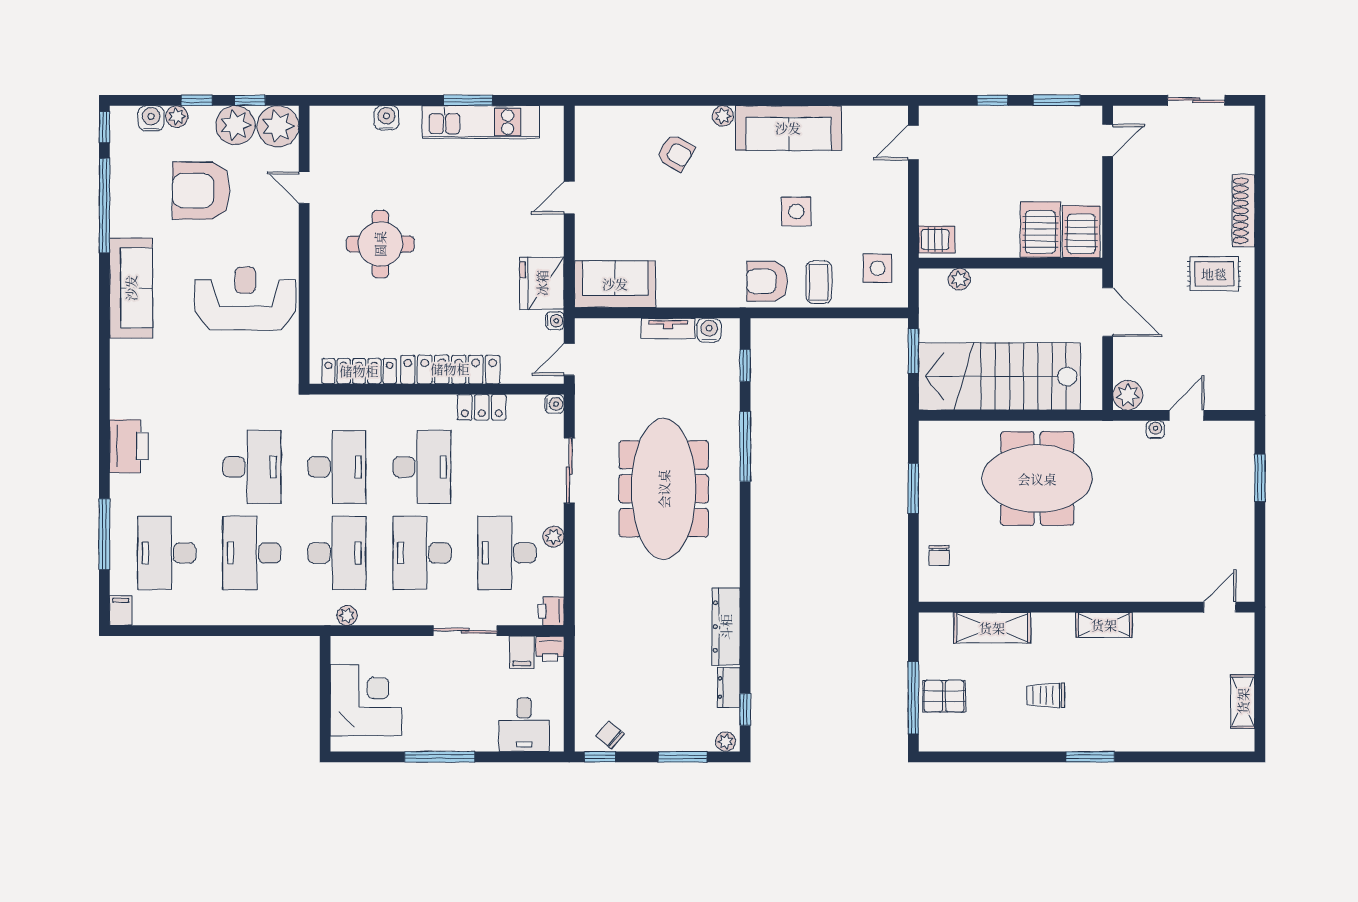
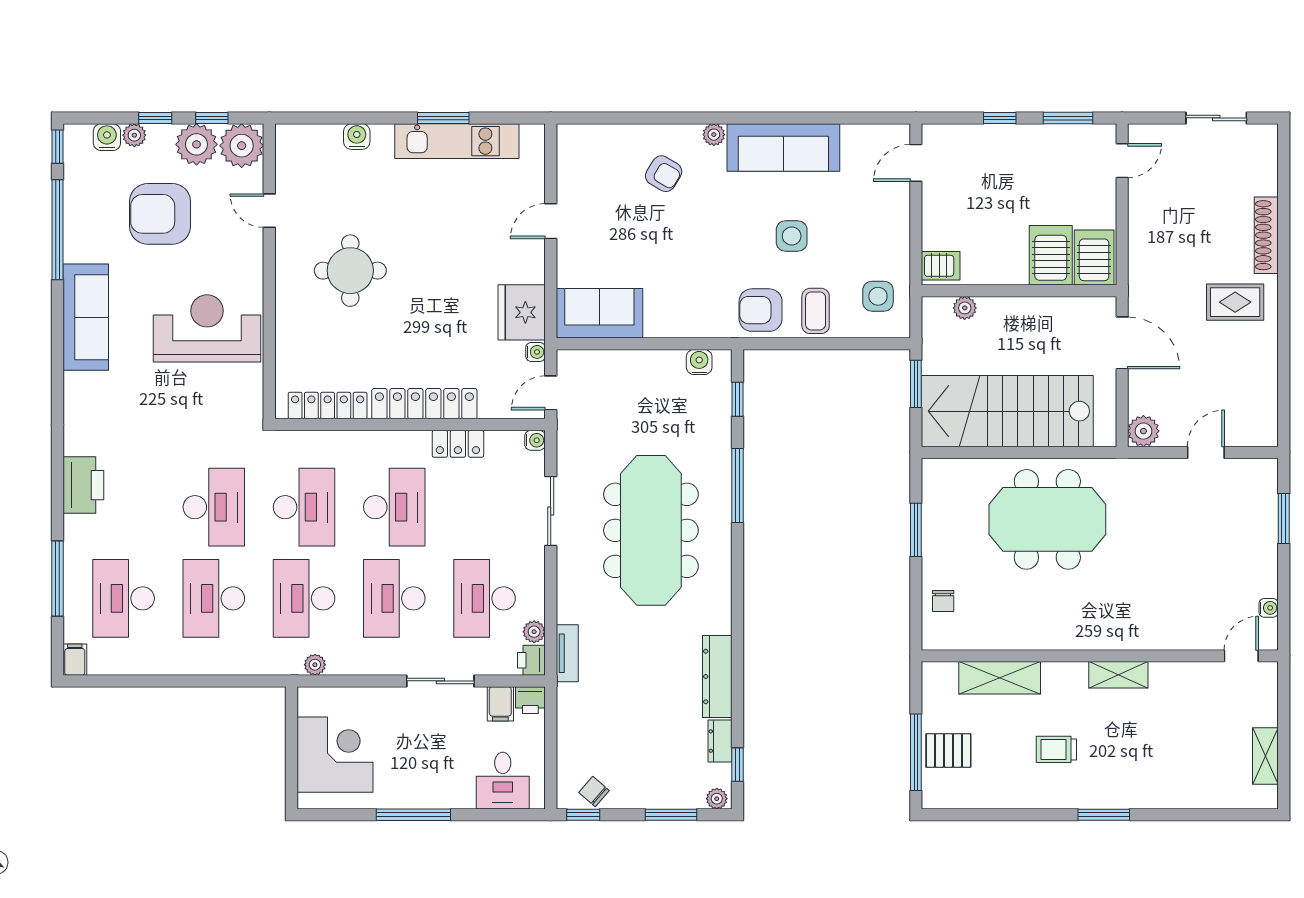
tv unit: (668, 328) -> (567, 653), moved, turned -90
water cooler: (1155, 430) -> (1269, 608), moved, turned 90
plant: (554, 537) -> (534, 632), moved
desk: (337, 553) -> (304, 598), turned 180

